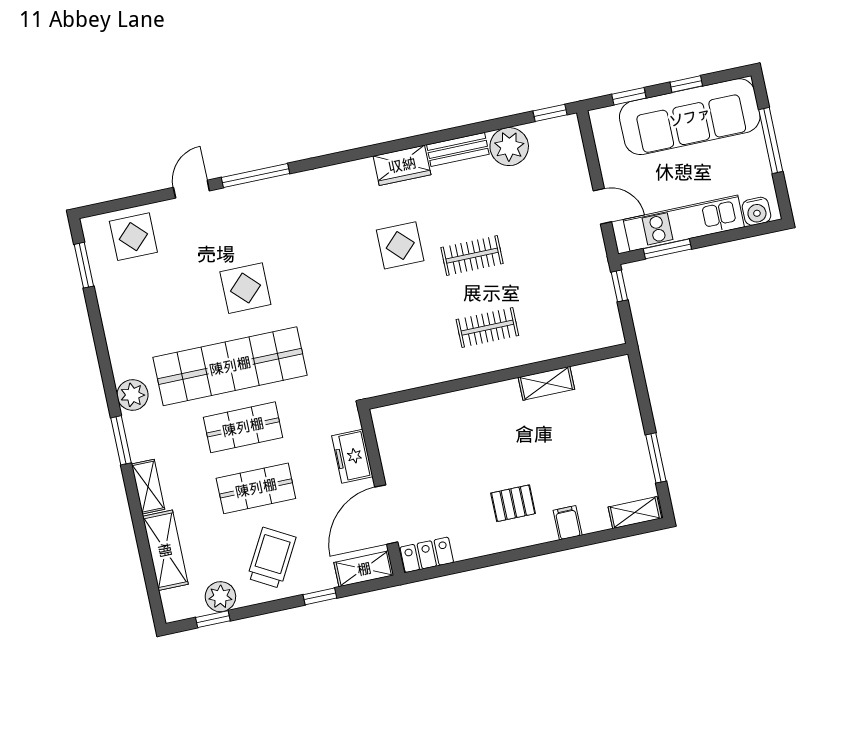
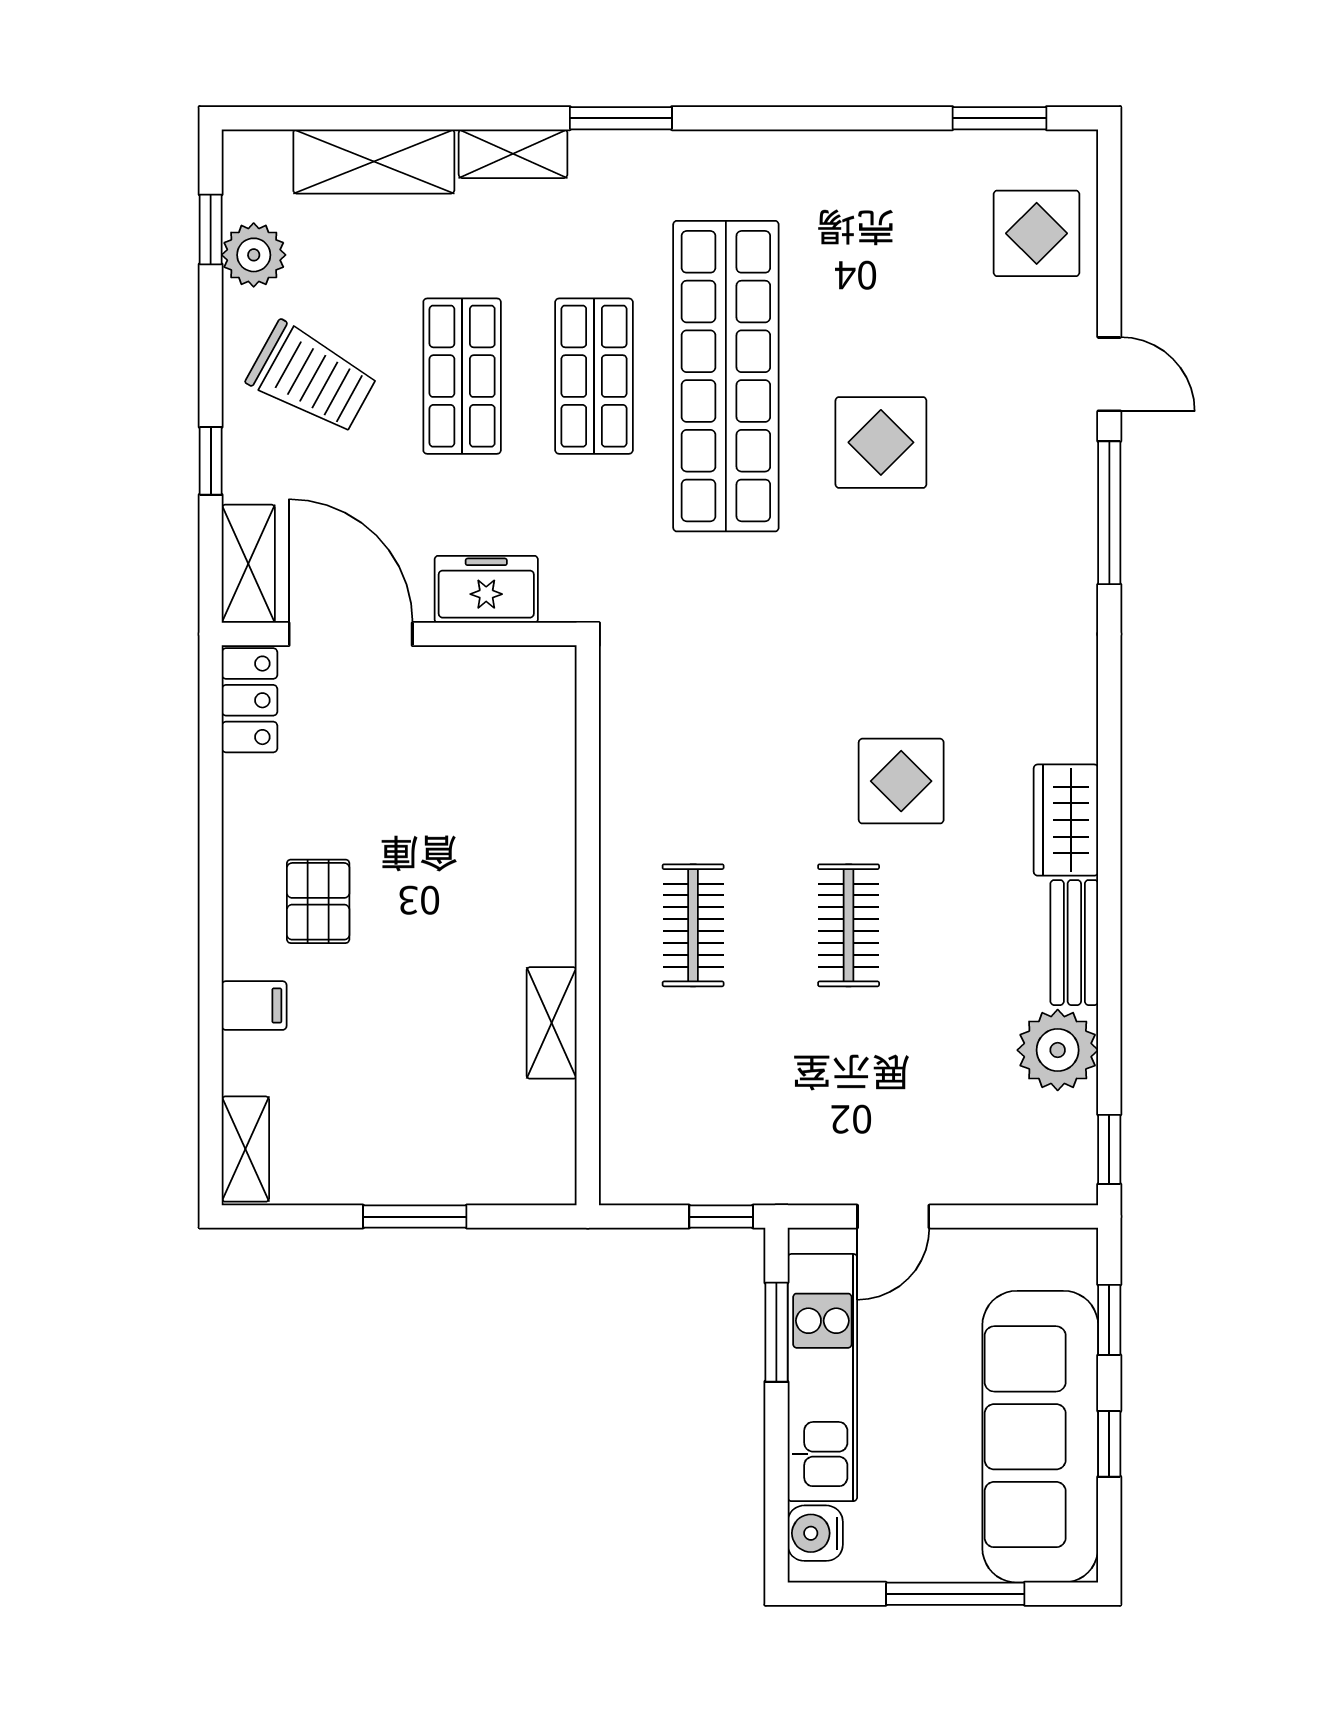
plant: (133, 395) -> (710, 162), removed
window: (656, 458) -> (415, 1217), moved

